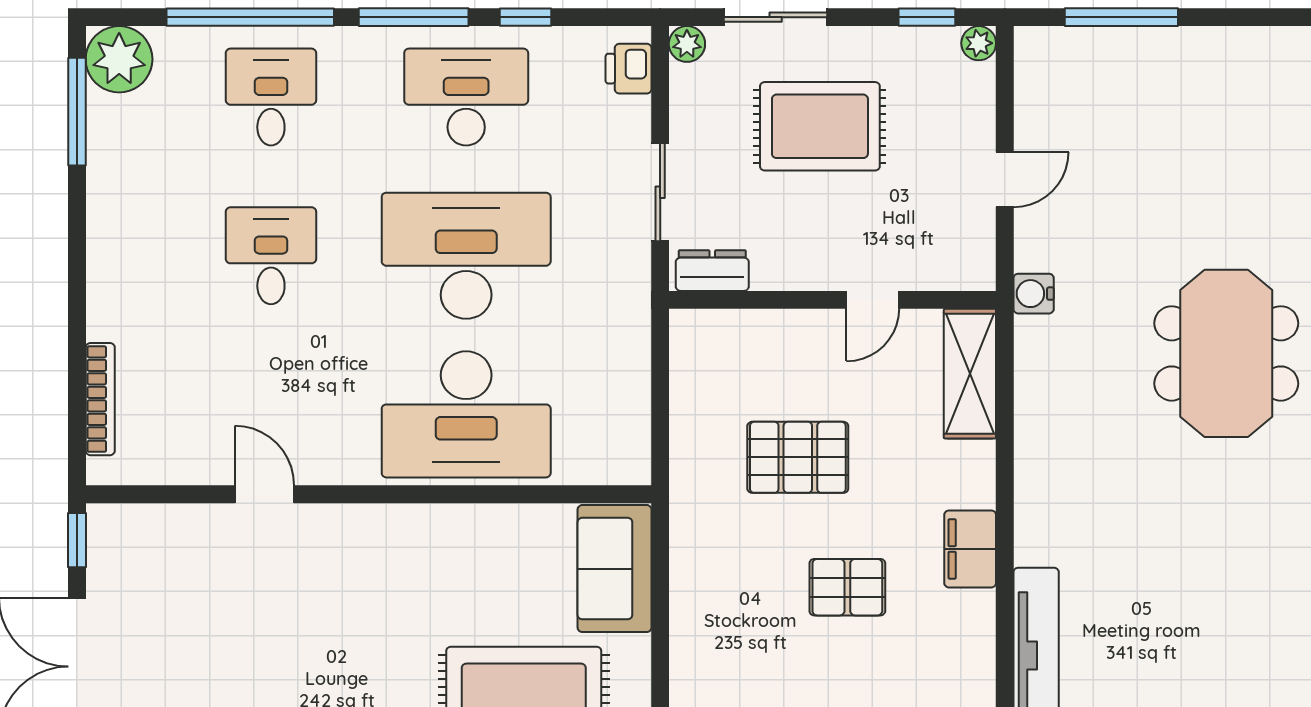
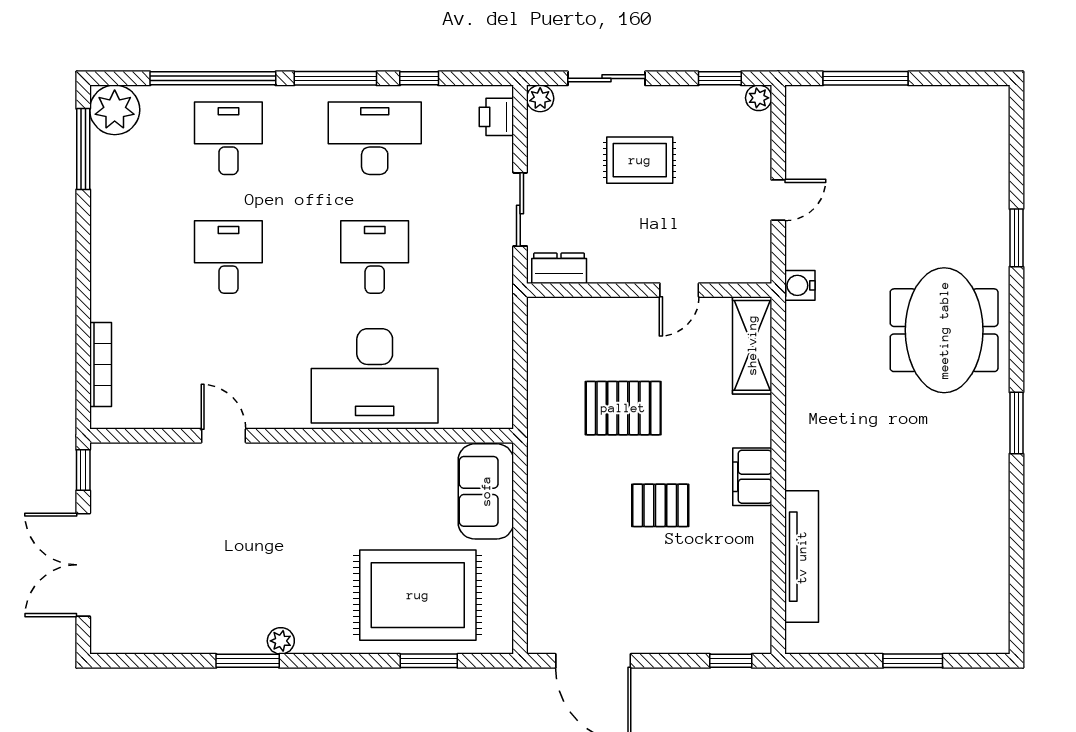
rug: (820, 126) -> (640, 160), width x0.73, depth x0.70
desk: (466, 256) -> (375, 257), width x0.53, depth x0.77

